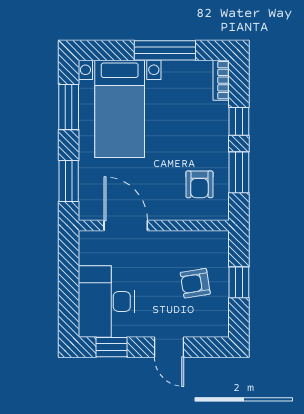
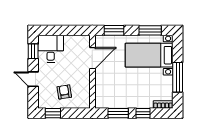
armchair: (199, 184) -> (112, 94), removed
window: (239, 282) -> (53, 113), moved
desk: (107, 301) -> (51, 49), width x0.73
door: (169, 347) -> (33, 79), hinge flipped

